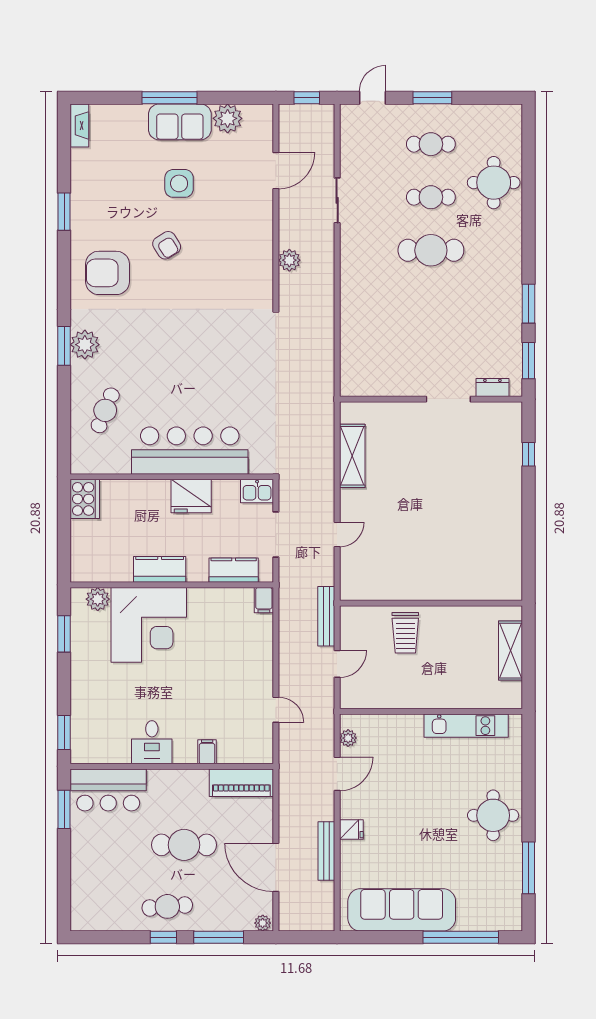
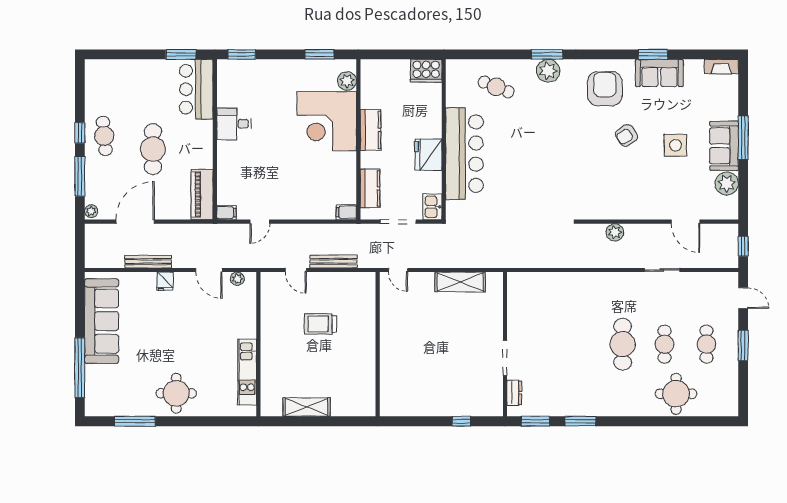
sofa: (88, 204) -> (659, 73), added
wall: (431, 603) -> (378, 344), moved
filing cabinet: (207, 752) -> (226, 213), moved

